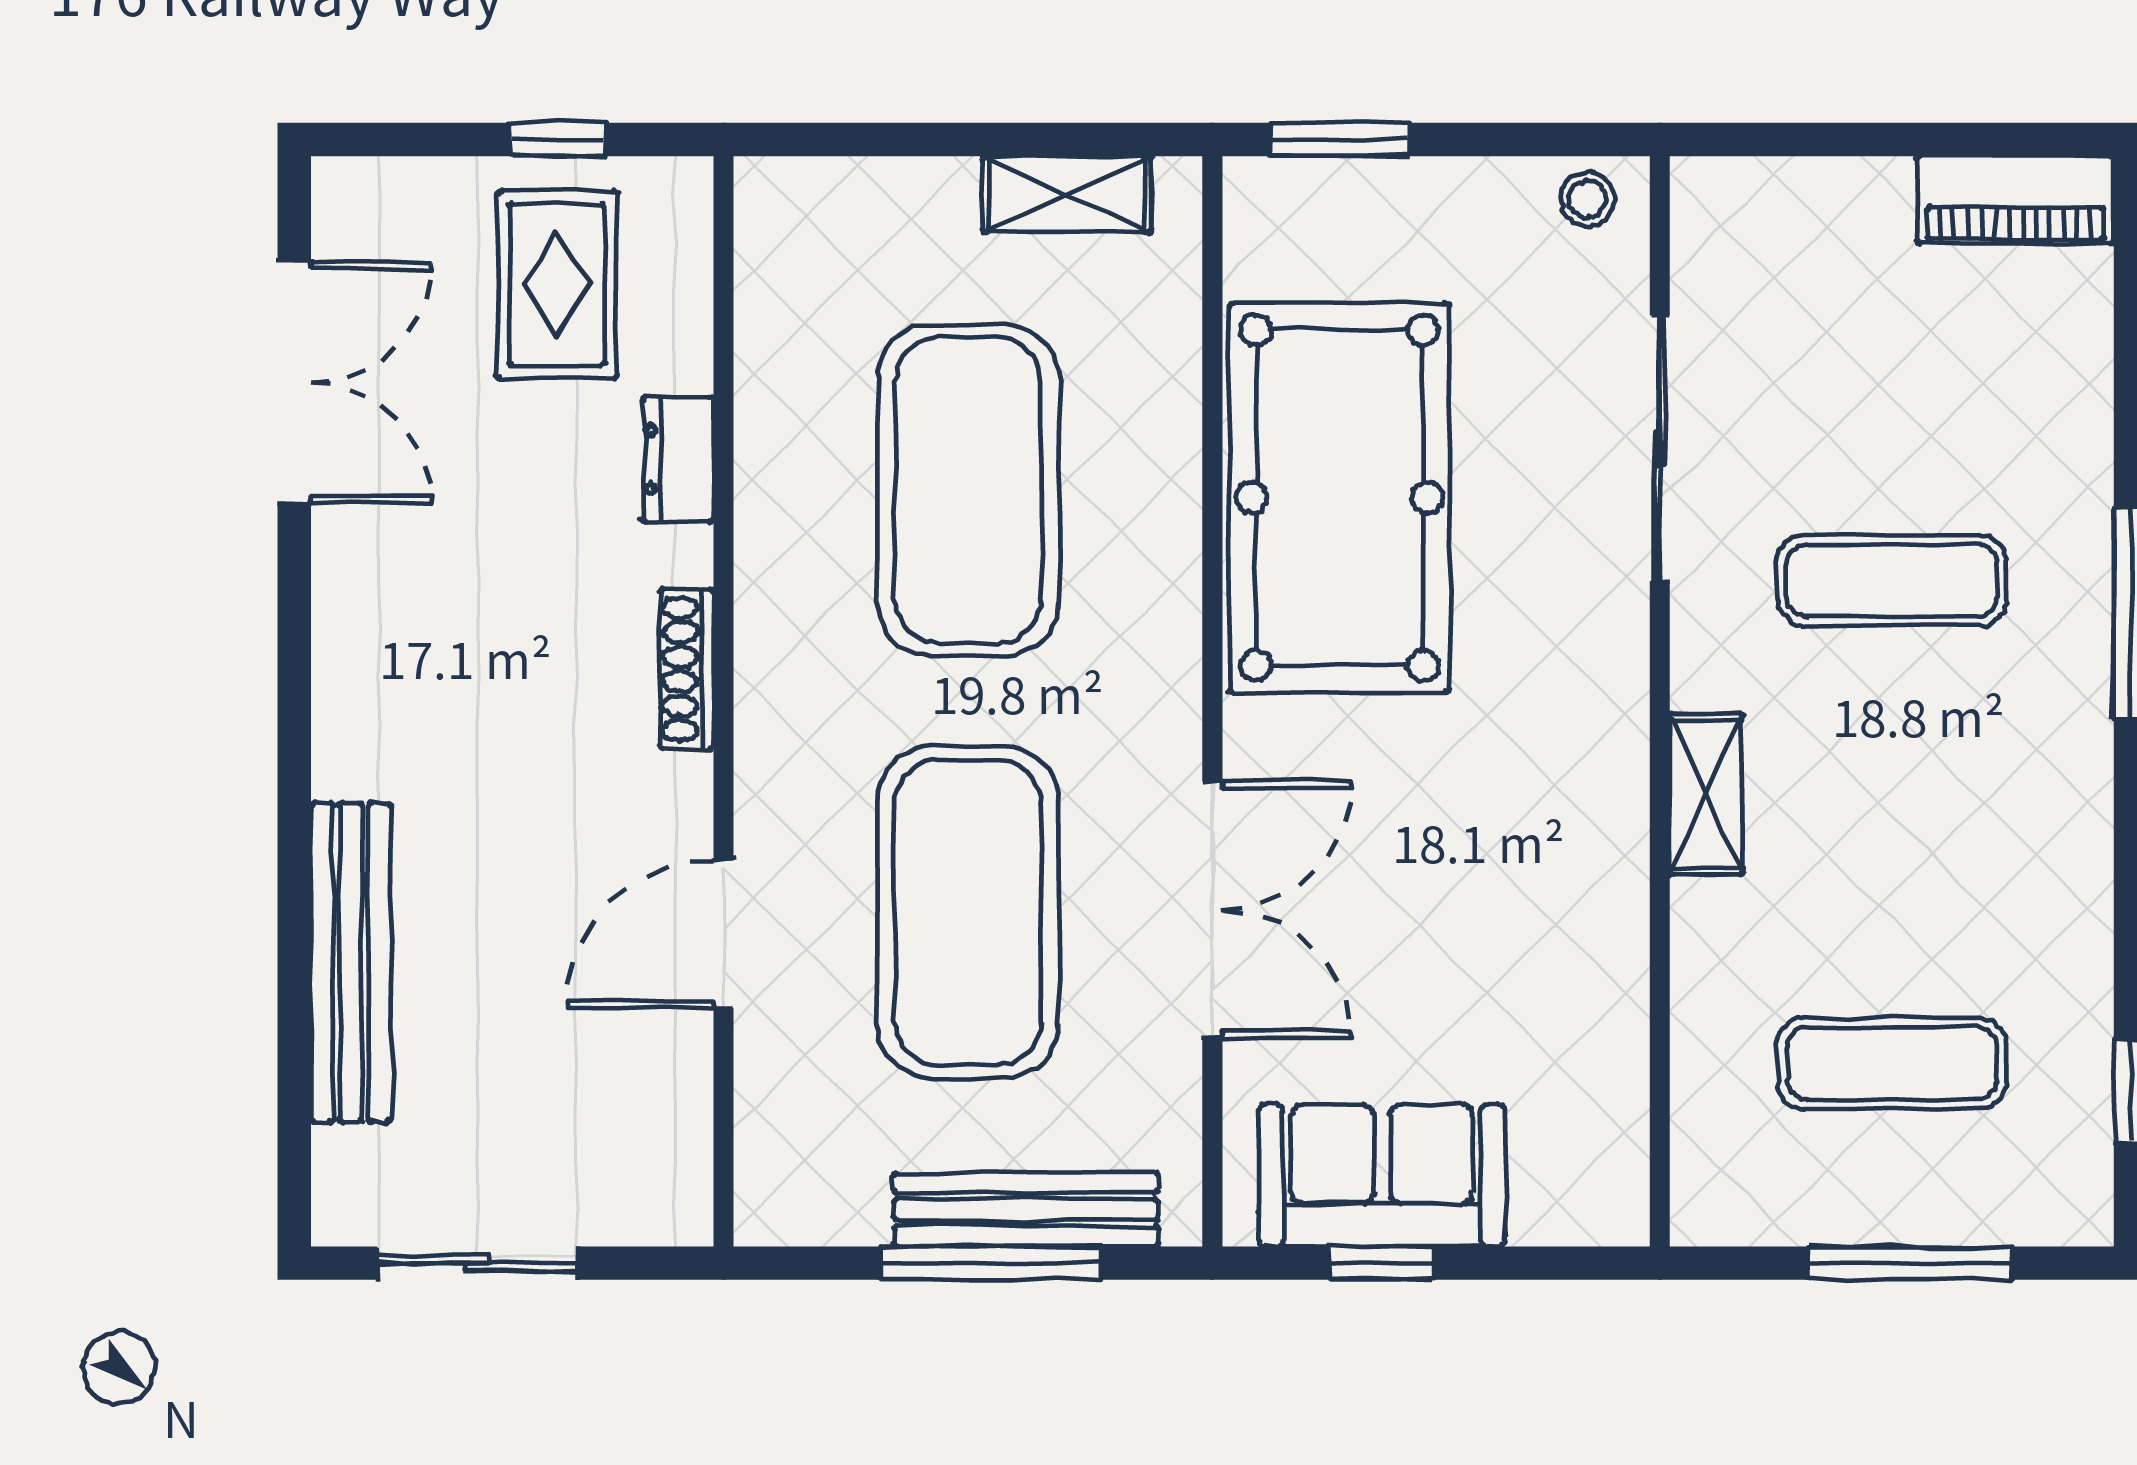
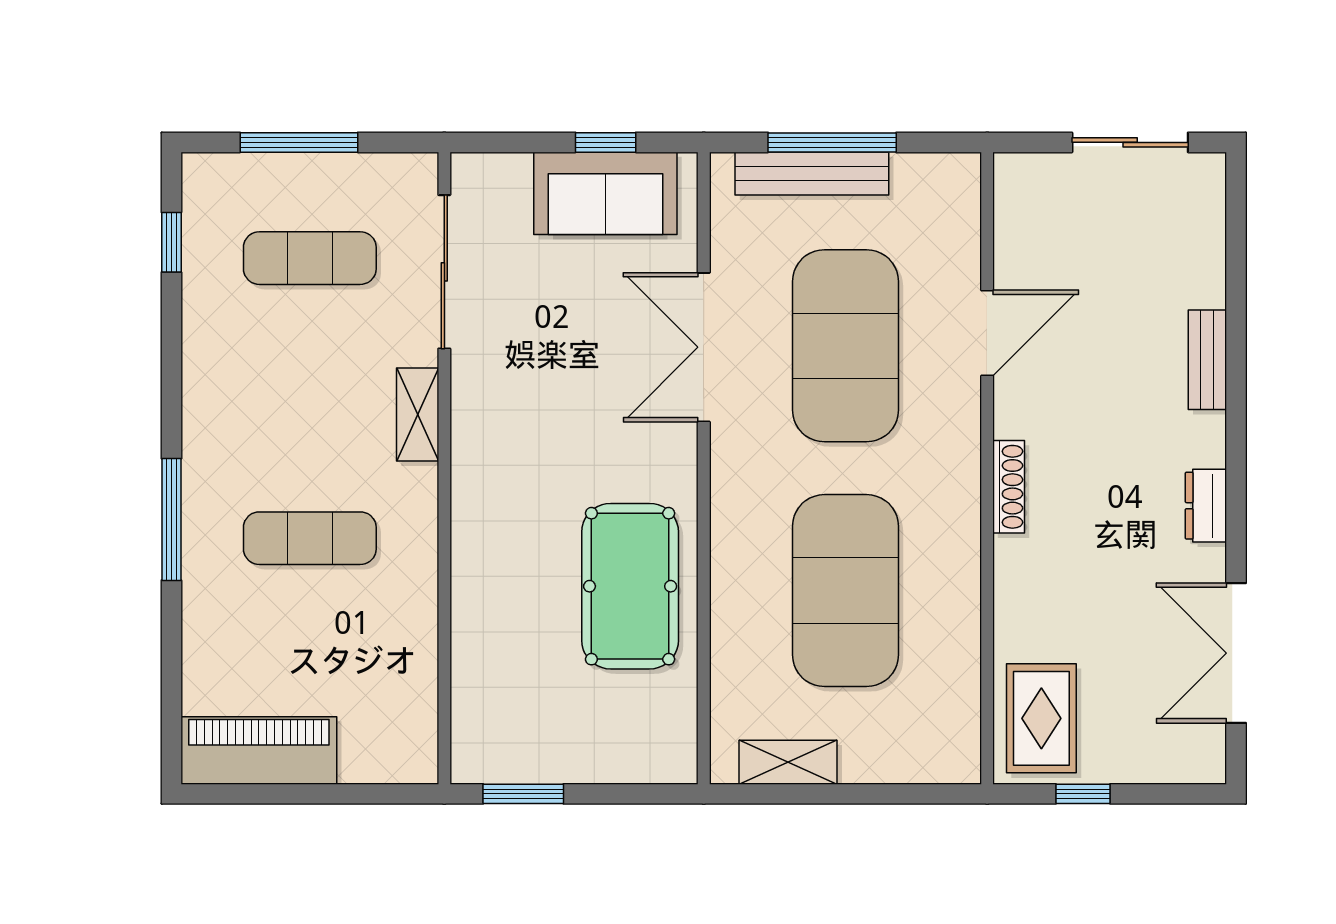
window: (1339, 139) -> (523, 794), moved
stool: (1587, 199) -> (487, 759), removed
piano: (2016, 200) -> (259, 750), width x1.37, depth x1.33
rug: (557, 285) -> (1041, 718), moved
sliding door: (1660, 448) -> (444, 272), moved
dresser: (678, 460) -> (1206, 506), moved, turned 180
pool table: (1339, 498) -> (630, 586), width x0.73, depth x0.76
bench: (351, 962) -> (1207, 360), width x0.54, depth x0.82

